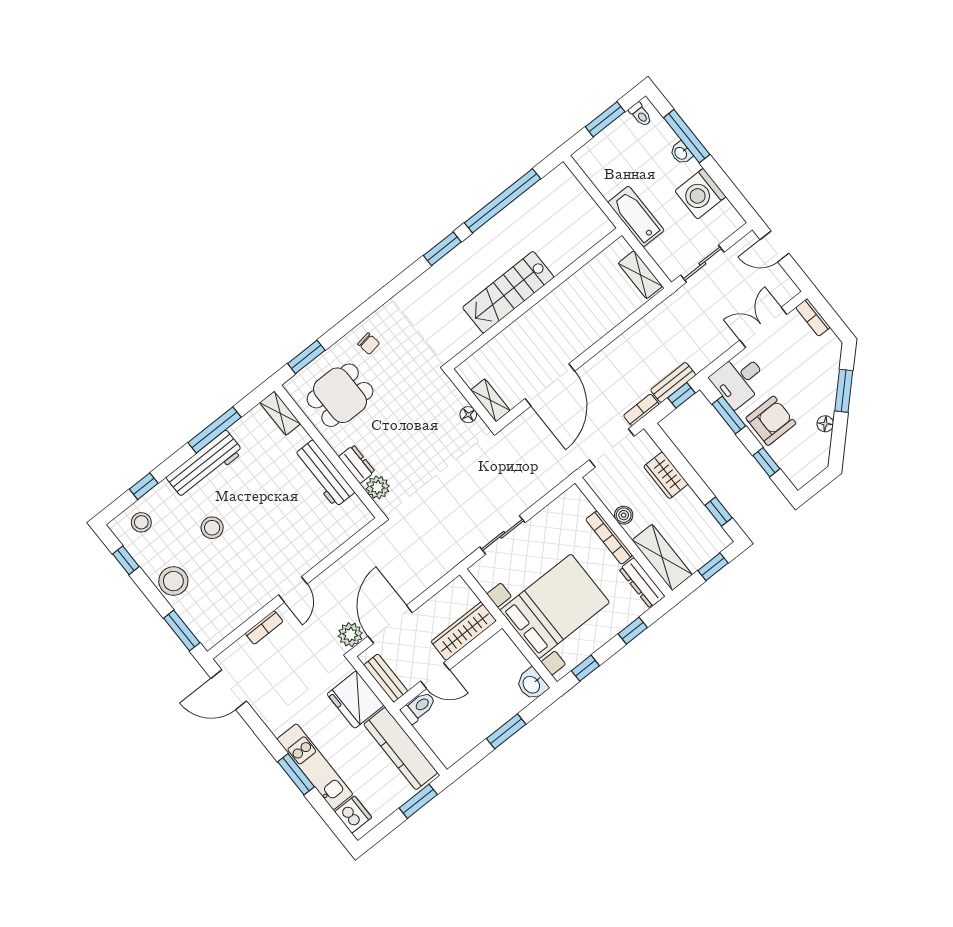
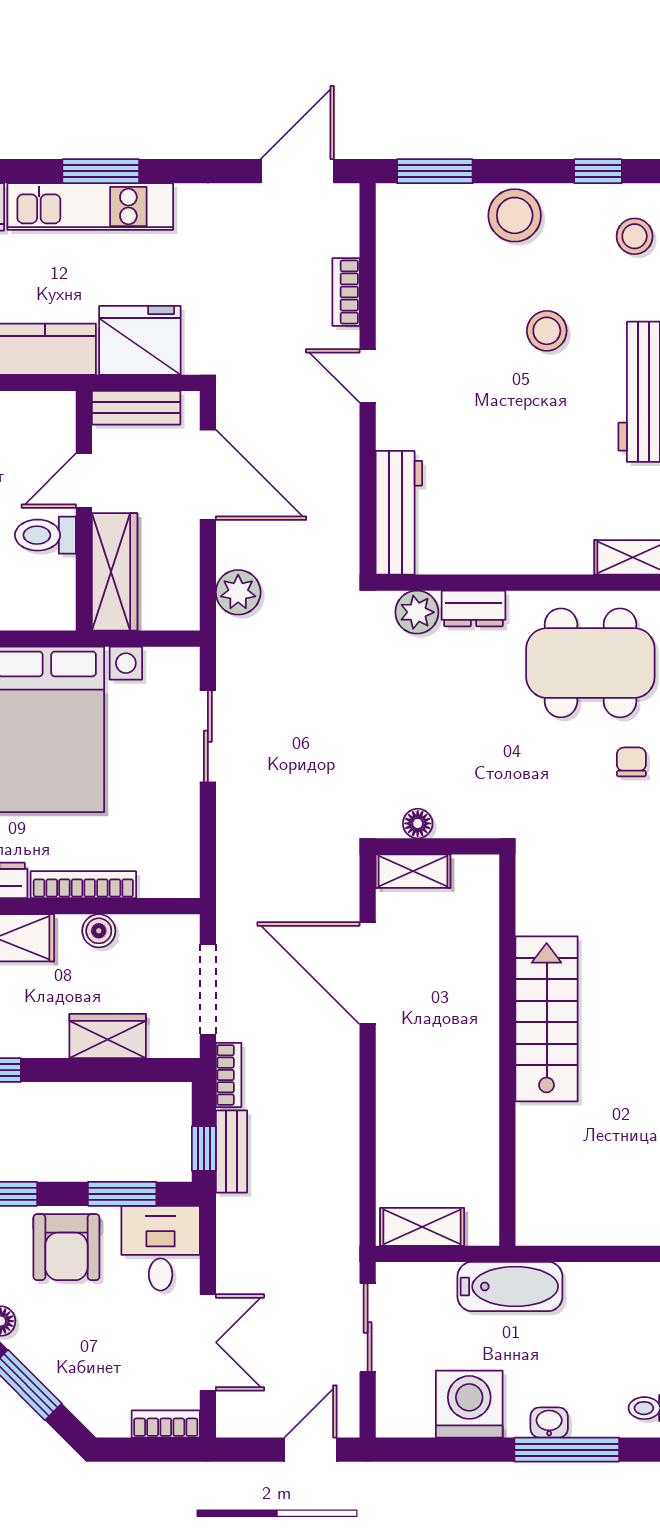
chair: (369, 344) -> (631, 762), turned 99
dining table: (340, 395) -> (590, 663), width x1.38
workbench: (324, 474) -> (399, 513), moved, turned 90
plant: (350, 635) -> (238, 592), moved
toilet: (419, 707) -> (45, 535), moved, turned 90

